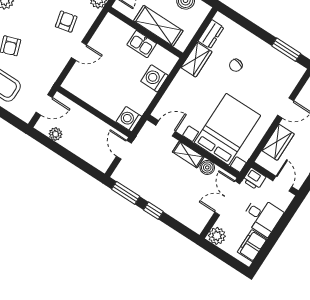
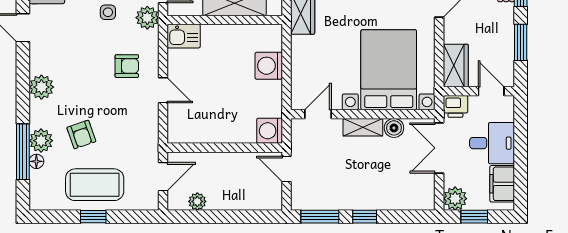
armchair: (66, 22) -> (127, 66), turned 103
kitchen sink: (142, 44) -> (184, 36), moved
door: (79, 51) -> (163, 90), hinge flipped
wardrobe: (278, 142) -> (456, 66), moved
window: (221, 255) -> (474, 217), added

